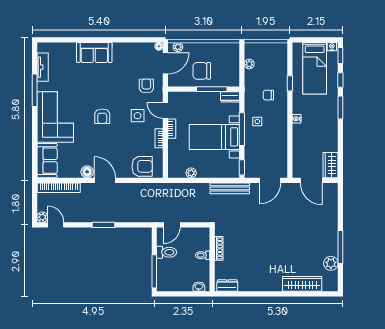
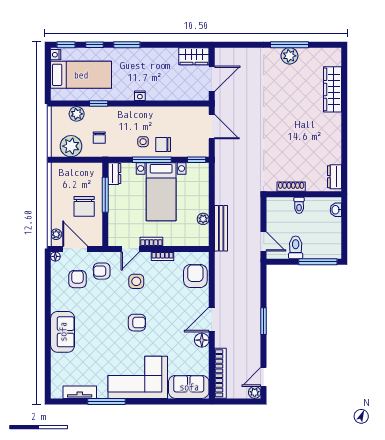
plant: (249, 64) -> (71, 146), width x1.88, depth x1.88
plant: (281, 64) -> (77, 114), added
armchair: (139, 65) -> (77, 279), added
chair: (268, 95) -> (99, 138), moved
chair: (255, 139) -> (163, 145), added
bench: (230, 188) -> (221, 228), moved
plant: (331, 263) -> (289, 56), moved

